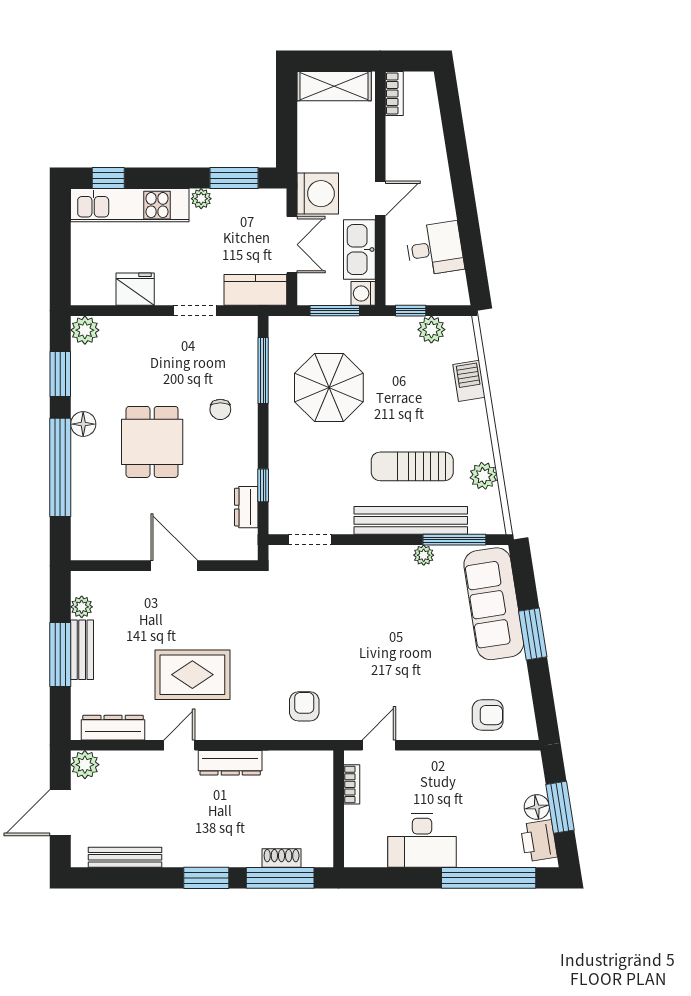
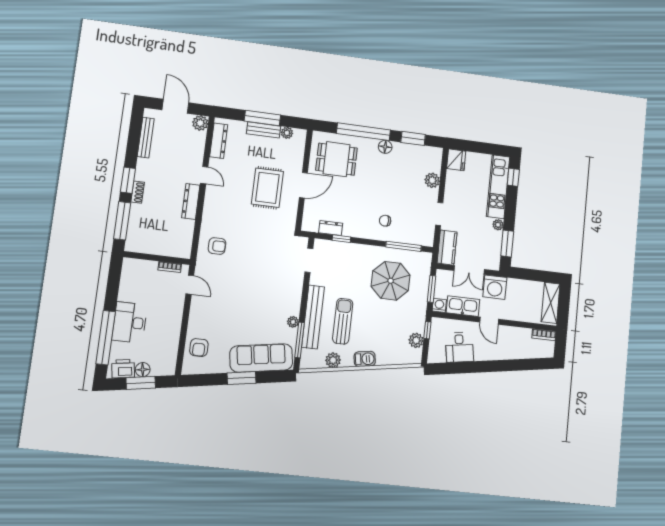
fridge: (135, 289) -> (456, 160), moved
plant: (85, 330) -> (432, 180), moved
barbecue: (469, 381) -> (365, 359), moved
dining table: (152, 442) -> (337, 159), moved
rug: (192, 675) -> (267, 188), moved
desk: (422, 841) -> (130, 322), moved
shoe rack: (282, 858) -> (138, 192), moved

